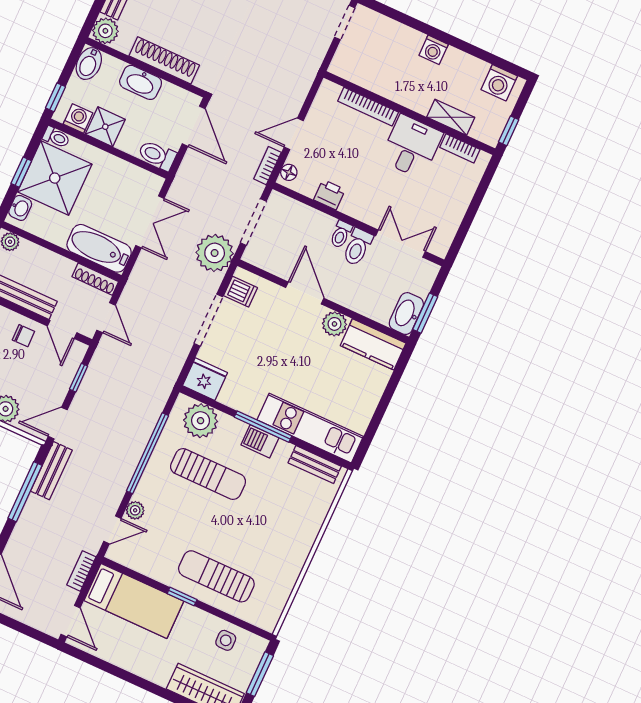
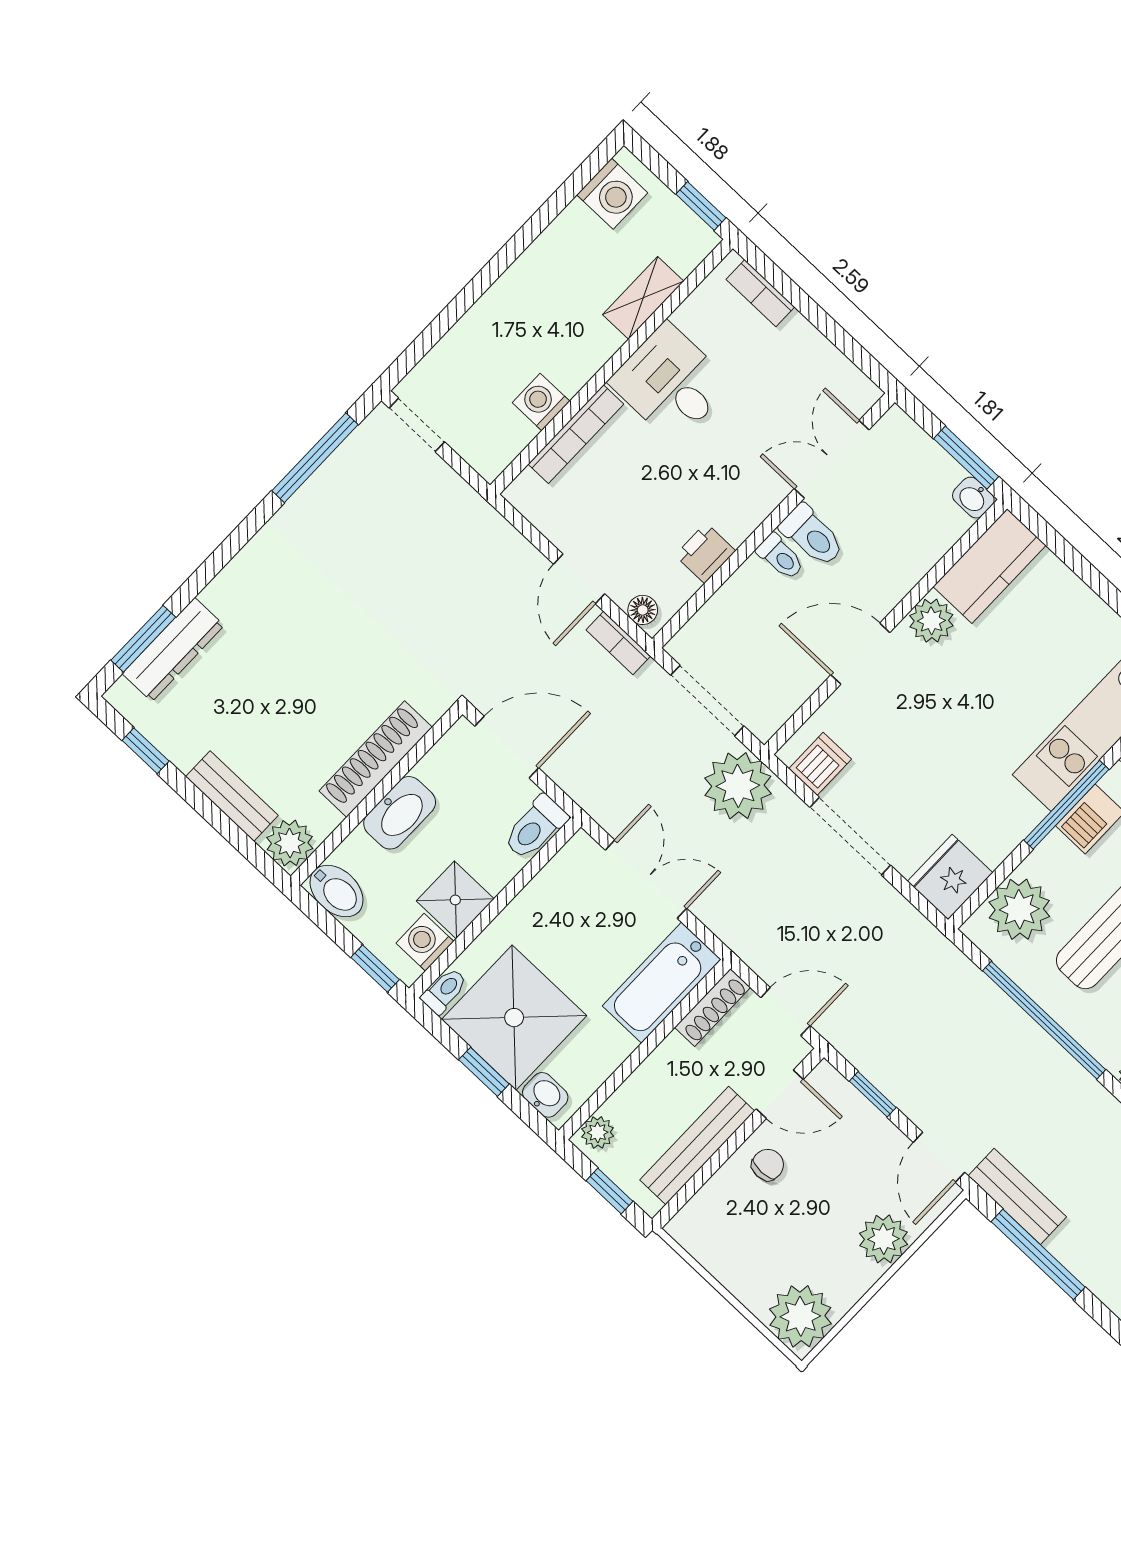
washing machine: (434, 50) -> (541, 402), moved, turned 180
bookcase: (460, 148) -> (760, 293), moved, turned 90
washbasin: (406, 314) -> (973, 498), width x0.52, depth x0.69

